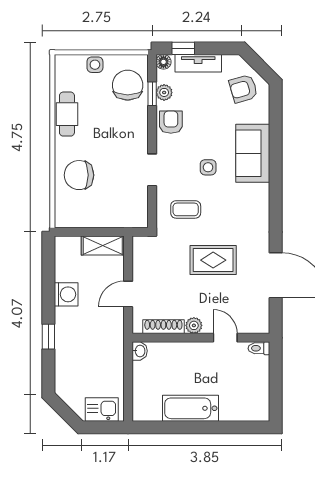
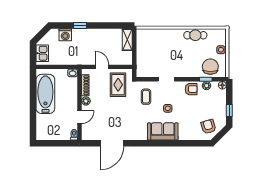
window: (183, 48) -> (229, 110), moved
tv unit: (198, 63) -> (222, 103), removed
chair: (128, 85) -> (210, 67), turned -90
sofa: (253, 153) -> (163, 131), moved
chair: (79, 175) -> (164, 41), removed
shelving: (103, 246) -> (127, 40), moved
rug: (213, 260) -> (118, 85), moved
washing machine: (66, 294) -> (65, 35), moved
bathtub: (190, 408) -> (45, 94), width x1.36, depth x1.36

